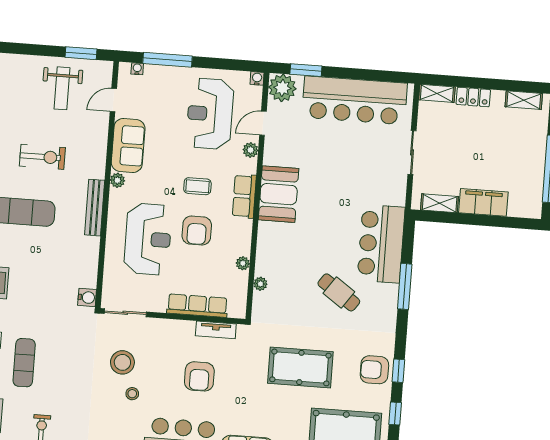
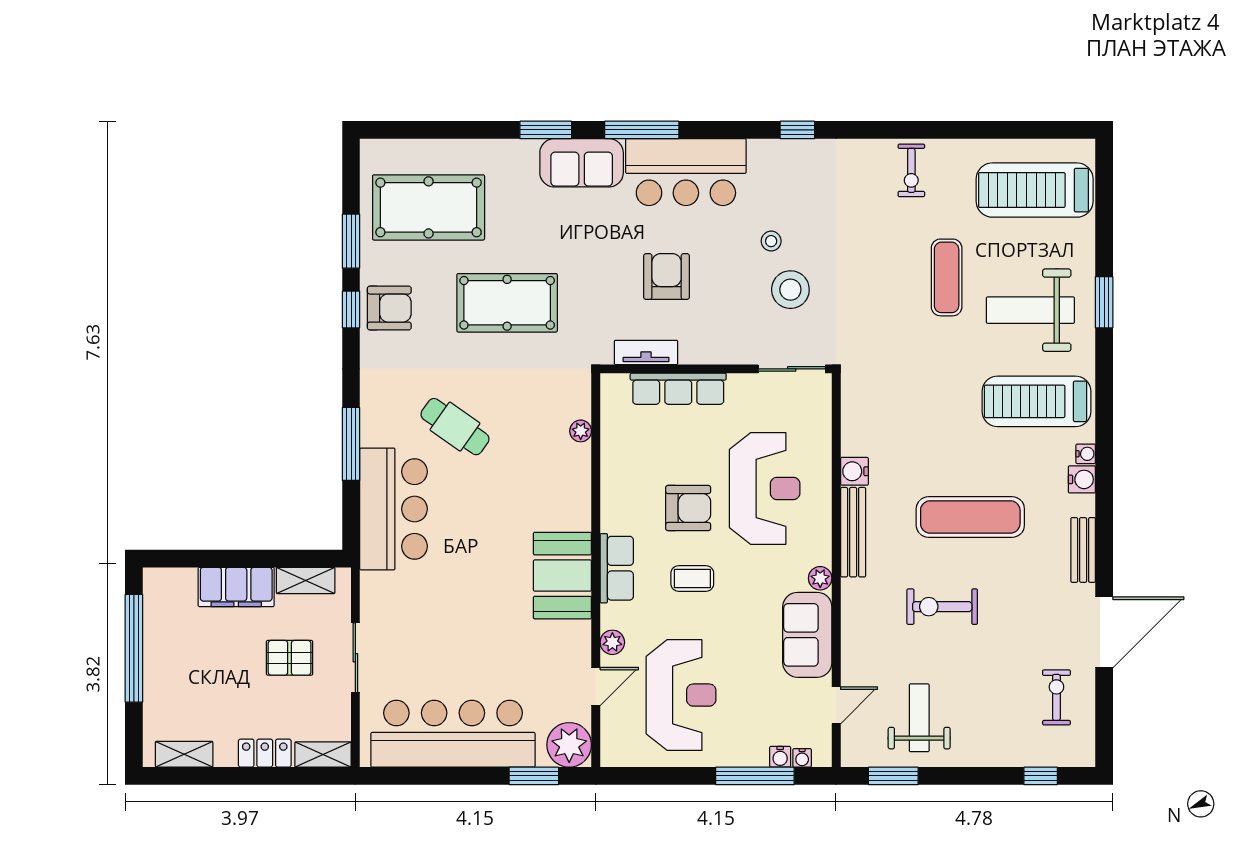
water cooler: (257, 78) -> (780, 757), moved
pallet: (453, 156) -> (290, 658), added
armchair: (197, 230) -> (688, 508), turned 90
reception desk: (148, 239) -> (765, 488), turned 180
plant: (243, 263) -> (611, 461), removed
water cooler: (87, 297) -> (854, 471), moved
window: (395, 413) -> (351, 241), width x1.50

